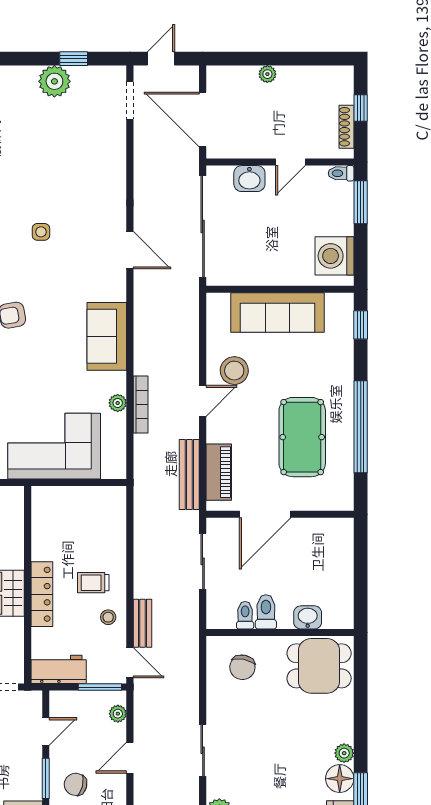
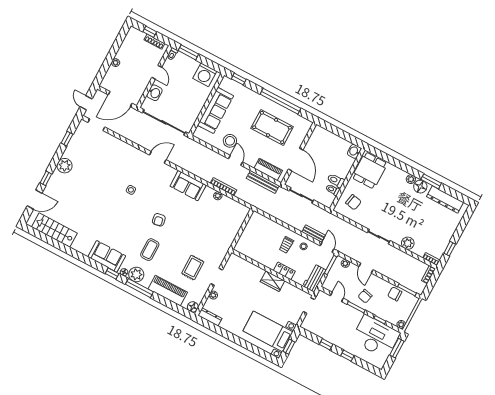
plant: (54, 81) -> (65, 166), moved
corner sofa: (54, 446) -> (222, 231), removed
locker: (42, 594) -> (284, 271), width x0.66
washbasin: (308, 617) -> (354, 151), moved
door: (130, 663) -> (327, 247), hinge flipped

